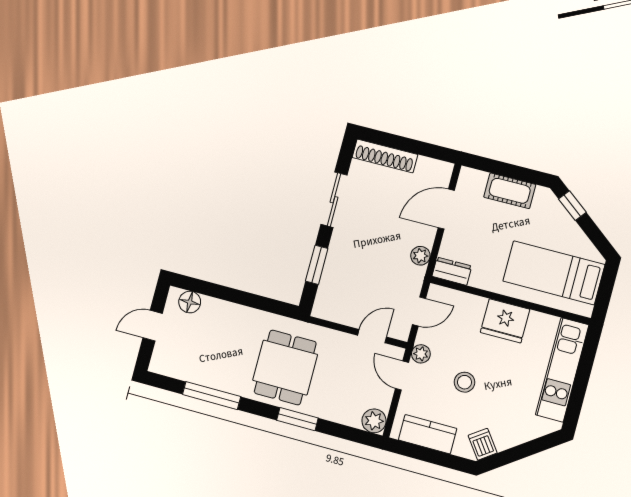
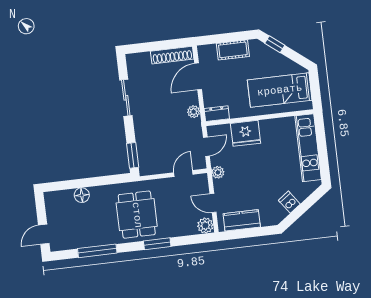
shoe rack: (385, 156) -> (172, 55), moved
window: (317, 265) -> (133, 155), moved
floor lamp: (190, 302) -> (82, 195), moved
fridge: (505, 321) -> (246, 133), moved
door: (153, 326) -> (44, 234), moved
door: (402, 375) -> (213, 203), moved
stool: (464, 382) -> (252, 179), removed
dishwasher: (483, 444) -> (289, 202), moved

